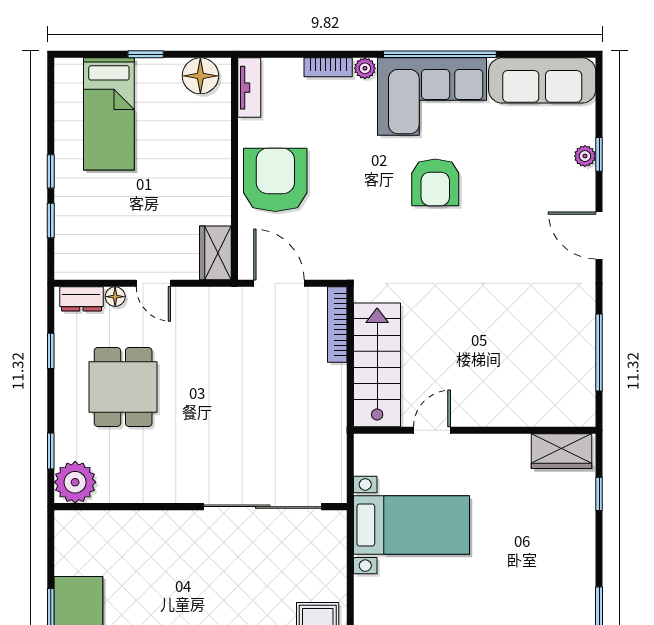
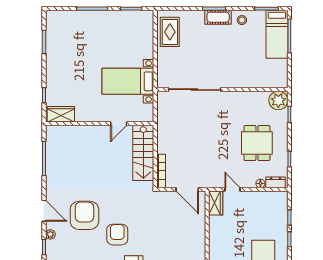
plant: (585, 156) -> (50, 234), moved
armchair: (275, 180) -> (84, 215), moved, turned 180
door: (153, 283) -> (232, 189), moved

